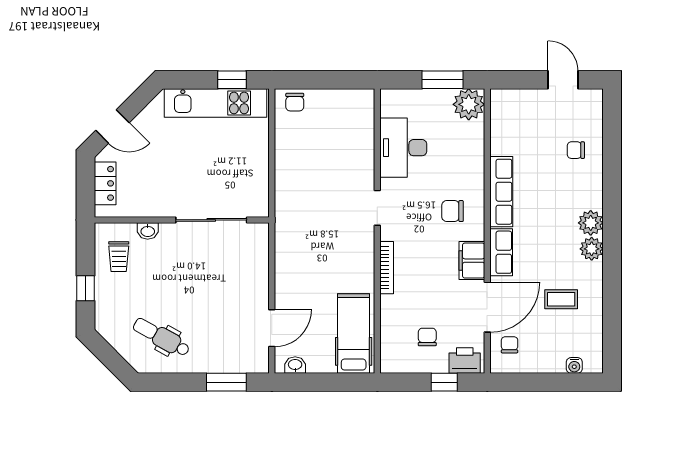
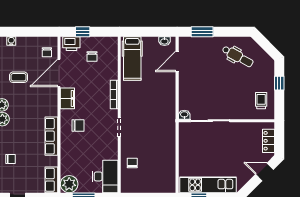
chair: (295, 102) -> (132, 163), moved
desk: (403, 148) -> (105, 176), moved
washbasin: (148, 231) -> (184, 115), moved
row of seats: (501, 252) -> (51, 180), moved

